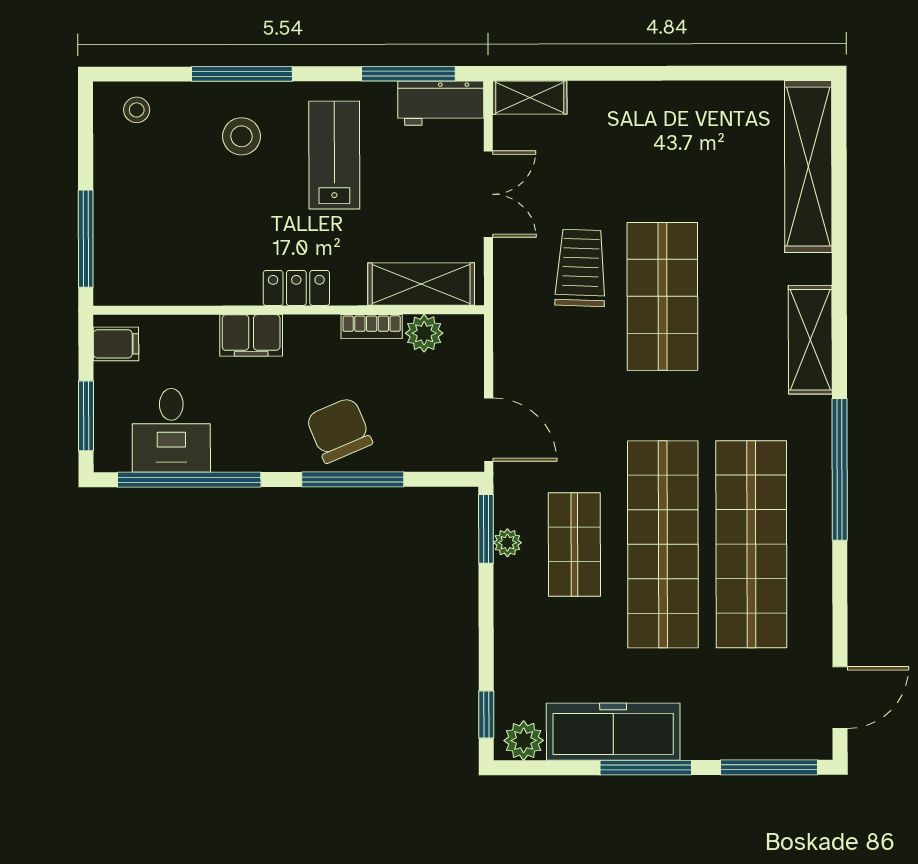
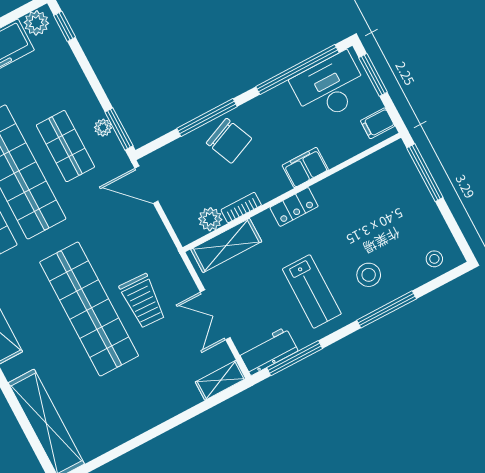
shop shelf: (662, 296) -> (89, 309), width x1.40
desk: (171, 430) -> (330, 87), width x1.37

